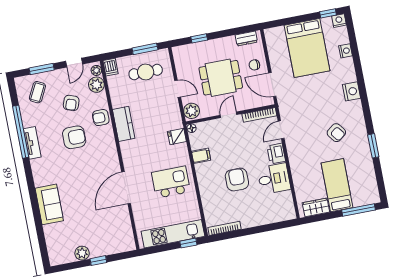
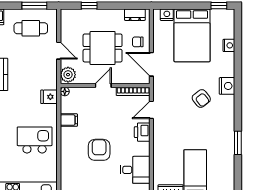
nightstand: (339, 21) -> (167, 15), moved
armchair: (336, 133) -> (201, 99), moved
desk: (274, 179) -> (135, 170), moved

